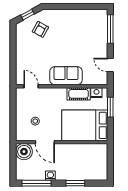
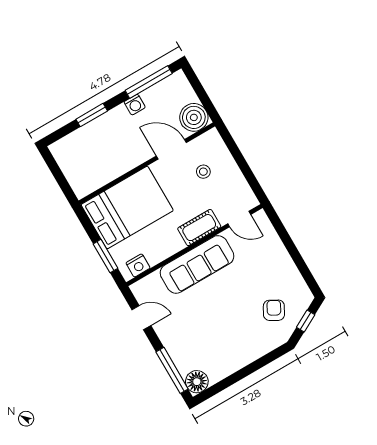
floor lamp: (101, 16) -> (197, 382), added
sofa: (66, 76) -> (197, 264), width x1.36
cot: (79, 94) -> (199, 228), moved

